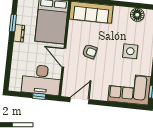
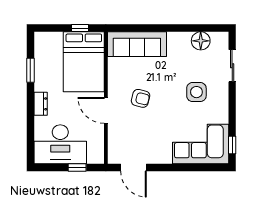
dresser: (19, 33) -> (41, 104), moved
desk: (41, 80) -> (60, 144), moved
door: (79, 101) -> (134, 168), swing flipped

